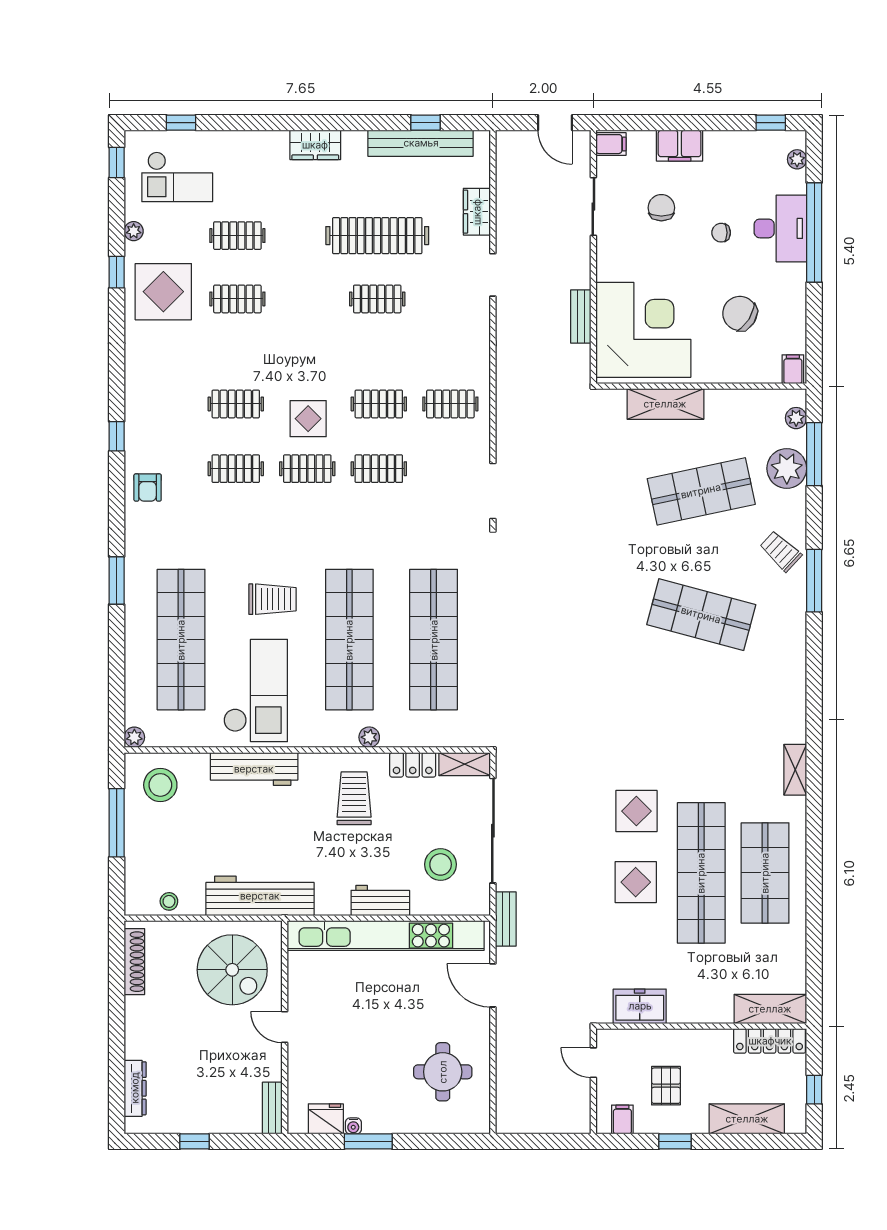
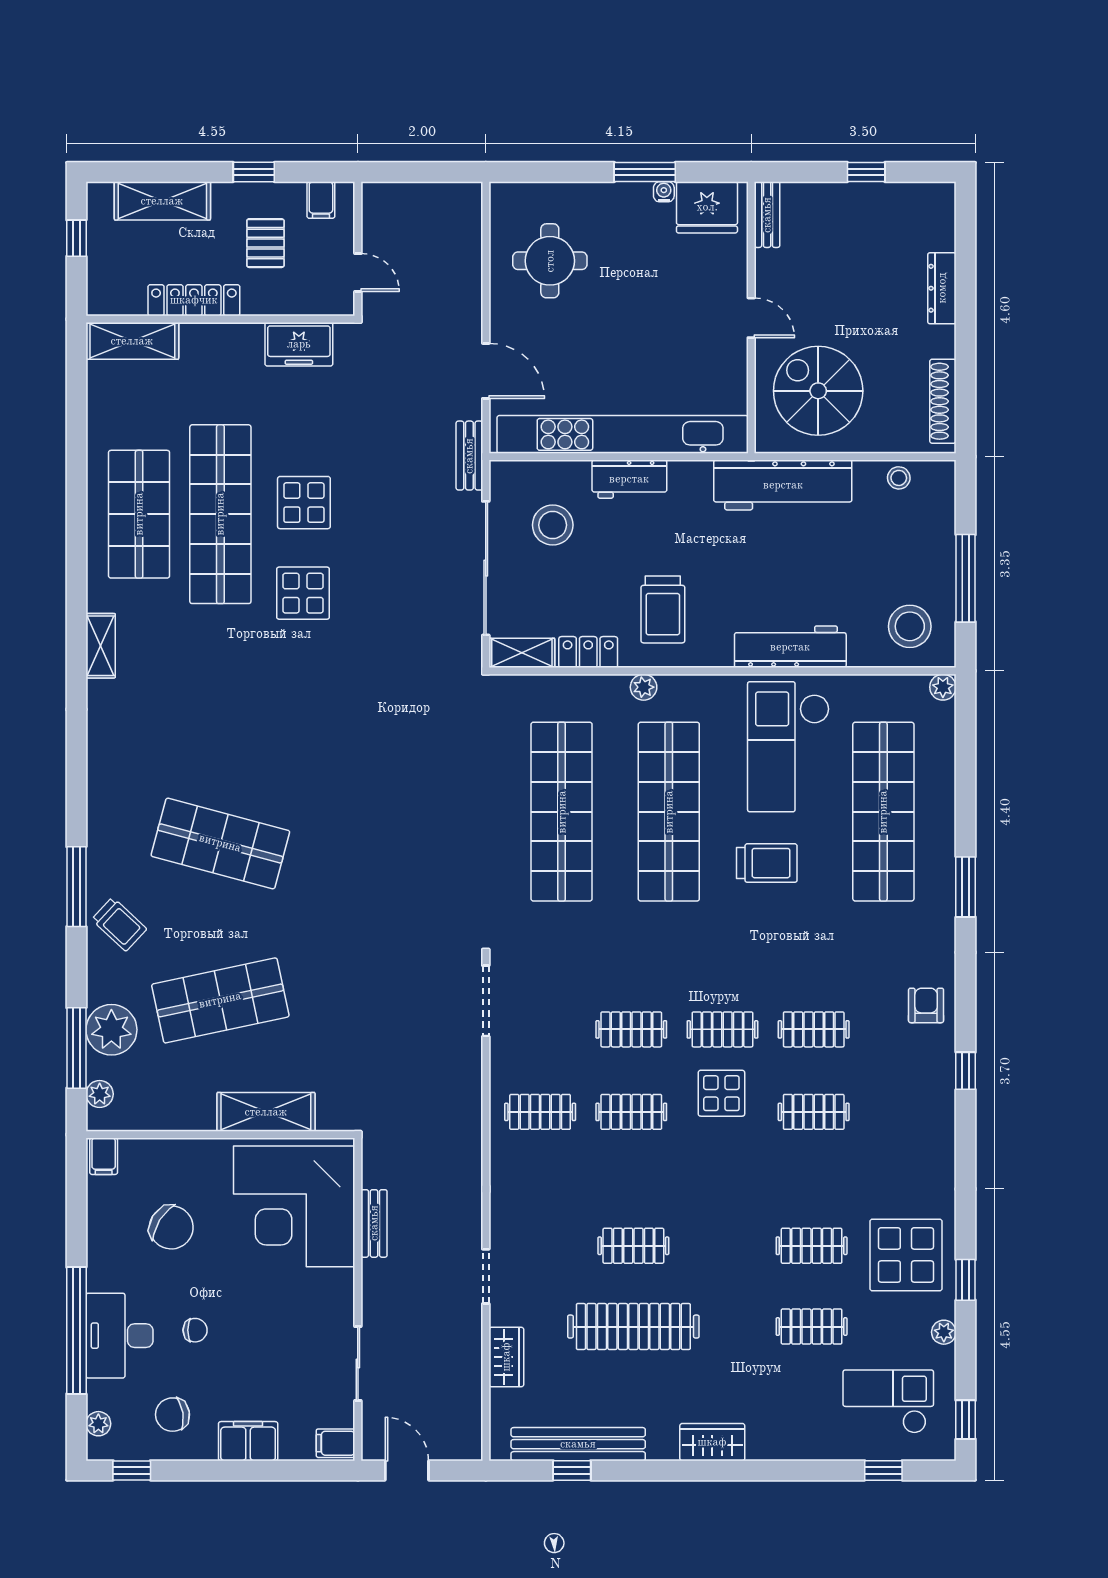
chair: (661, 208) -> (172, 1415), moved, turned 81
trolley: (273, 599) -> (767, 863), turned 180
locker: (770, 1041) -> (194, 300), moved
dresser: (135, 1088) -> (942, 288), moved
fridge: (326, 1119) -> (707, 207), width x1.36, depth x1.34

